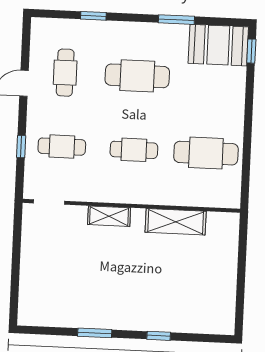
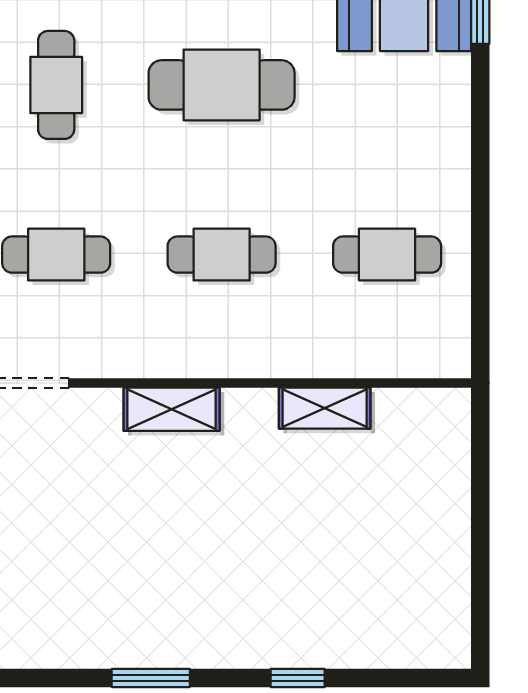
cafe table: (206, 153) -> (387, 255), width x0.73, depth x0.74
shelving: (176, 222) -> (325, 408), width x0.67, depth x0.75

